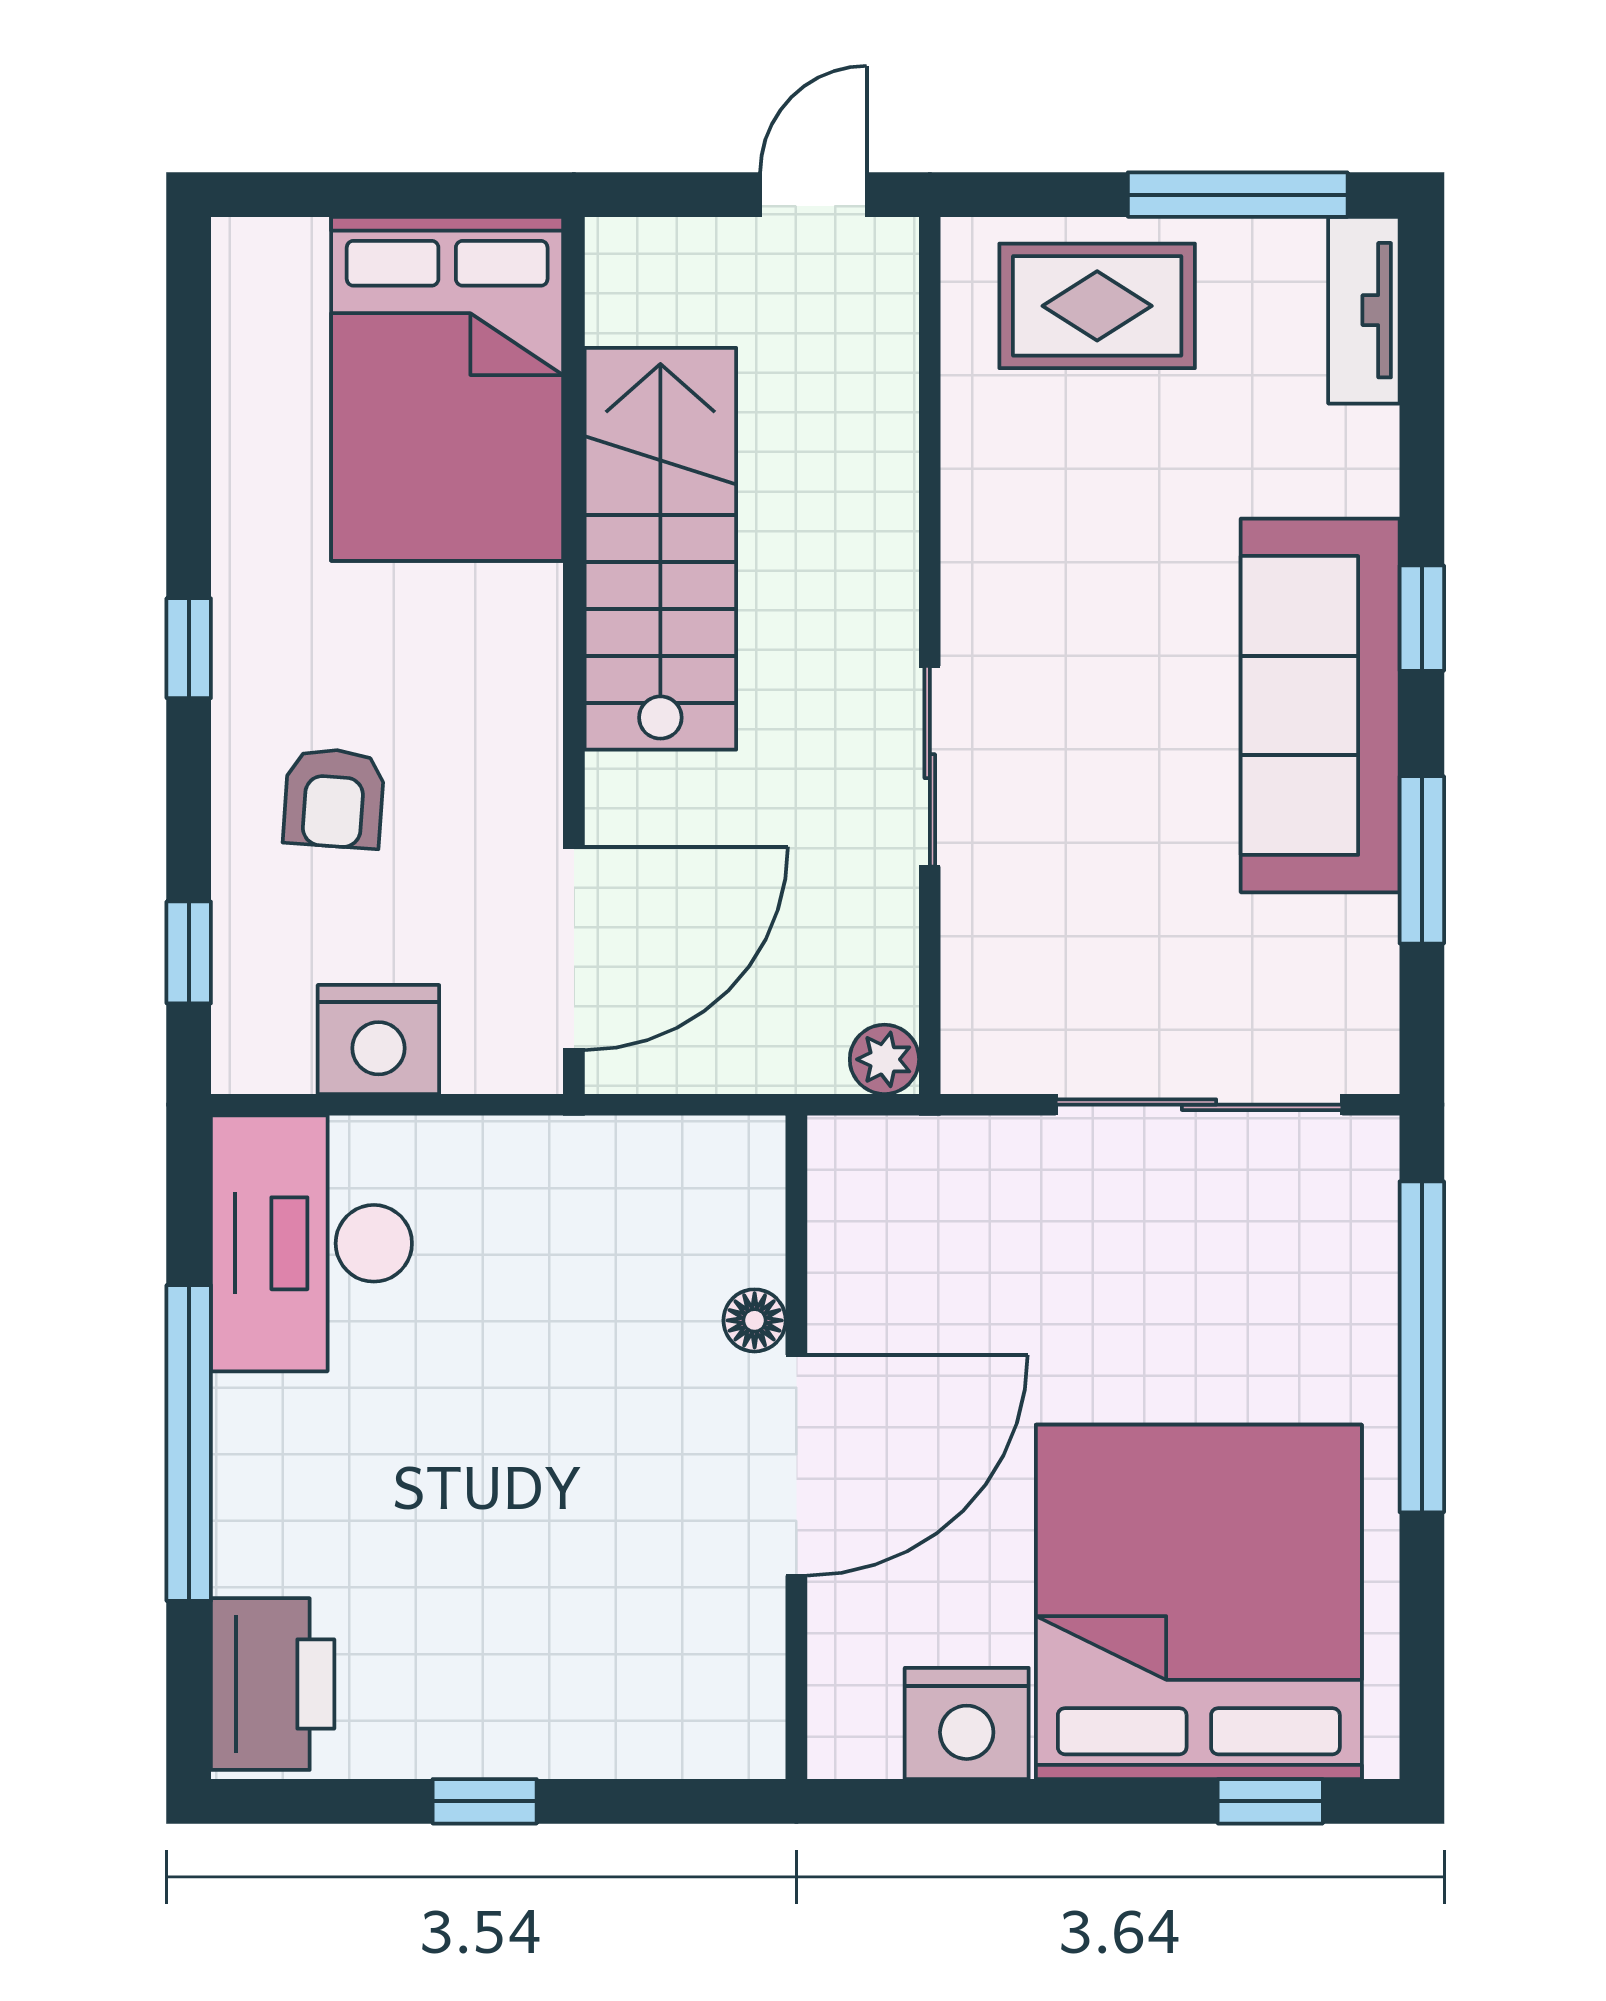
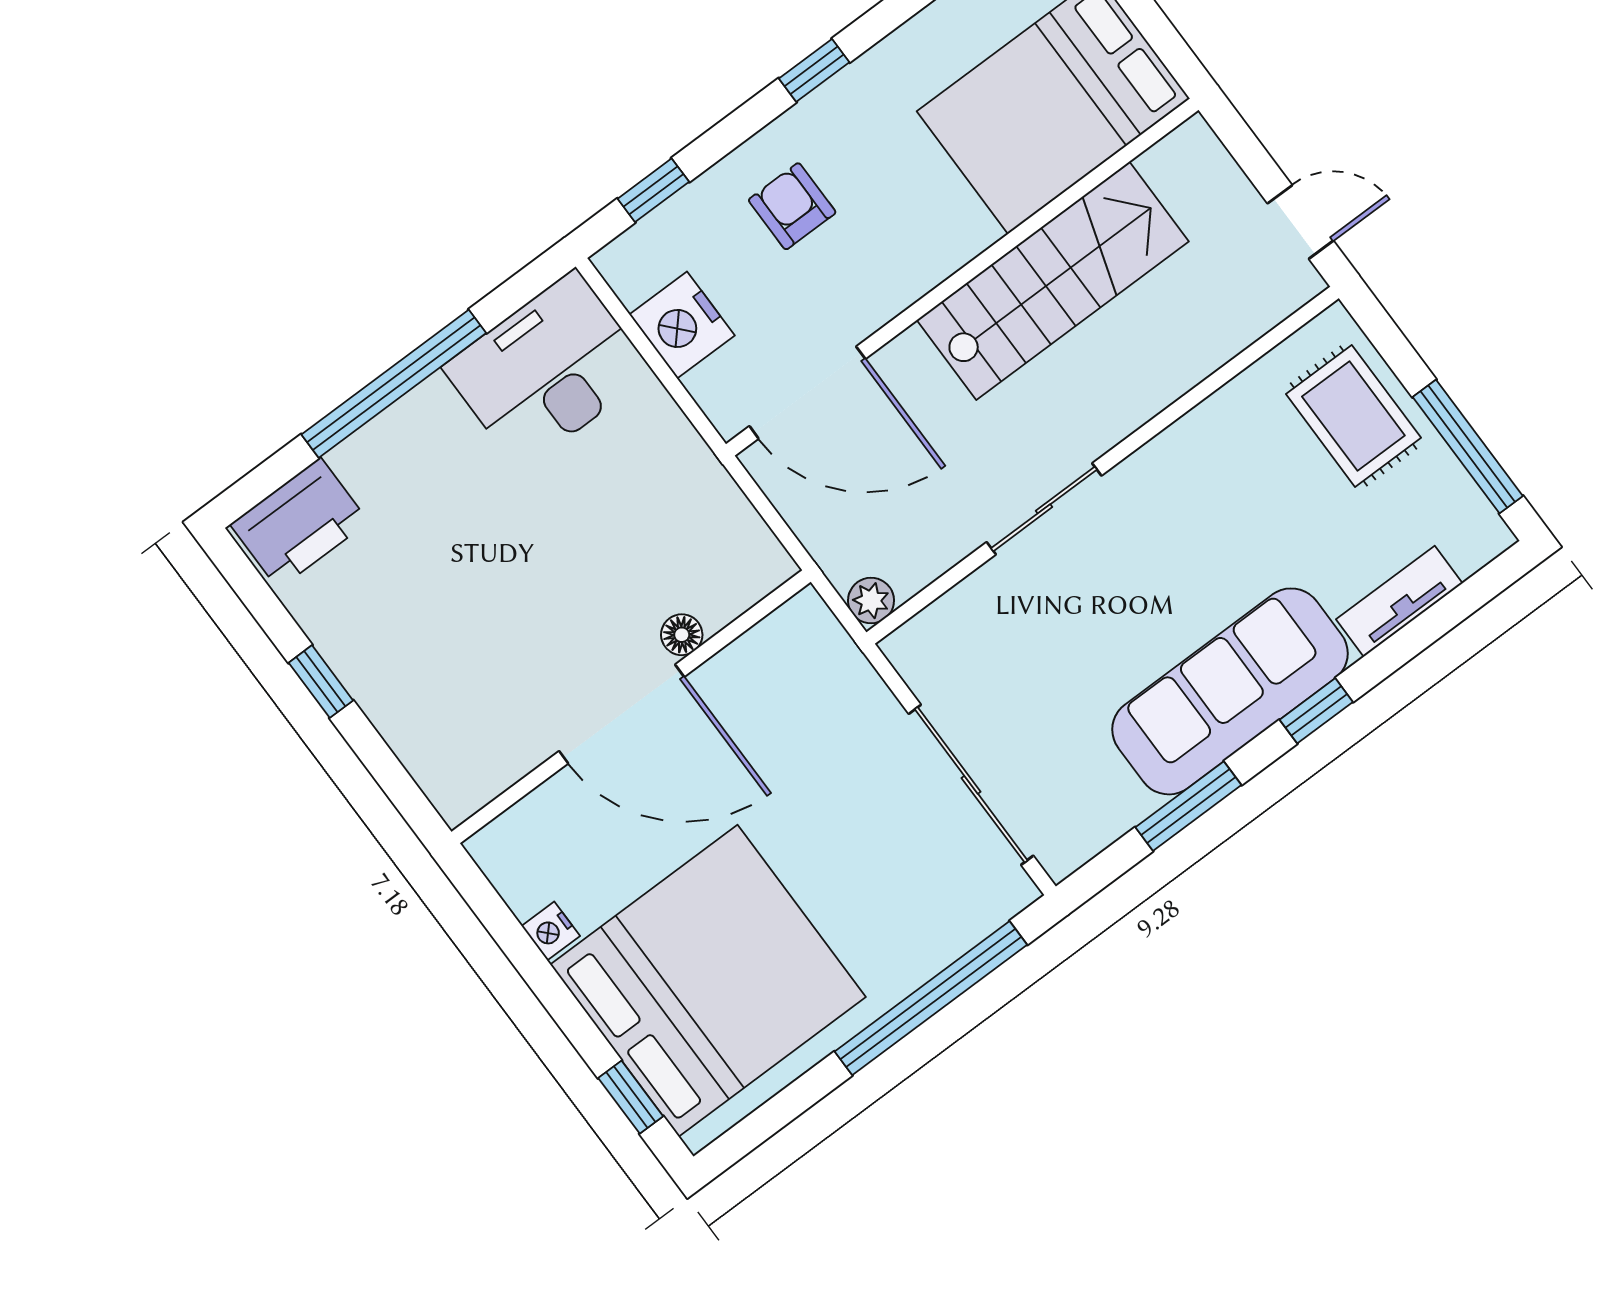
tv unit: (1364, 310) -> (1399, 601), moved
armchair: (334, 798) -> (792, 206), turned 86
nightstand: (967, 1723) -> (551, 931), width x0.53, depth x0.56

